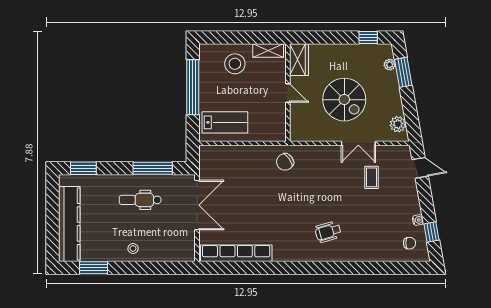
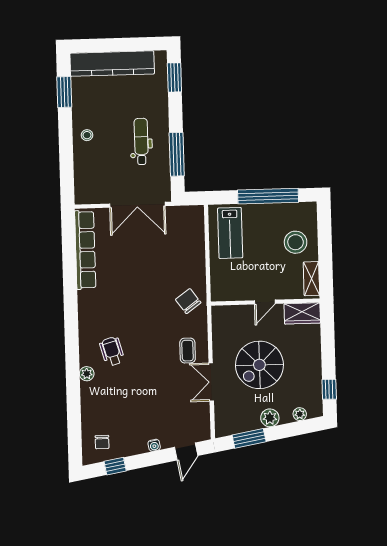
window: (403, 72) -> (249, 438), moved
plant: (398, 124) -> (270, 418), moved
coffee table: (371, 177) -> (188, 351), moved, turned 90
water cooler: (418, 220) -> (154, 445), moved
plant: (348, 255) -> (87, 374), added

